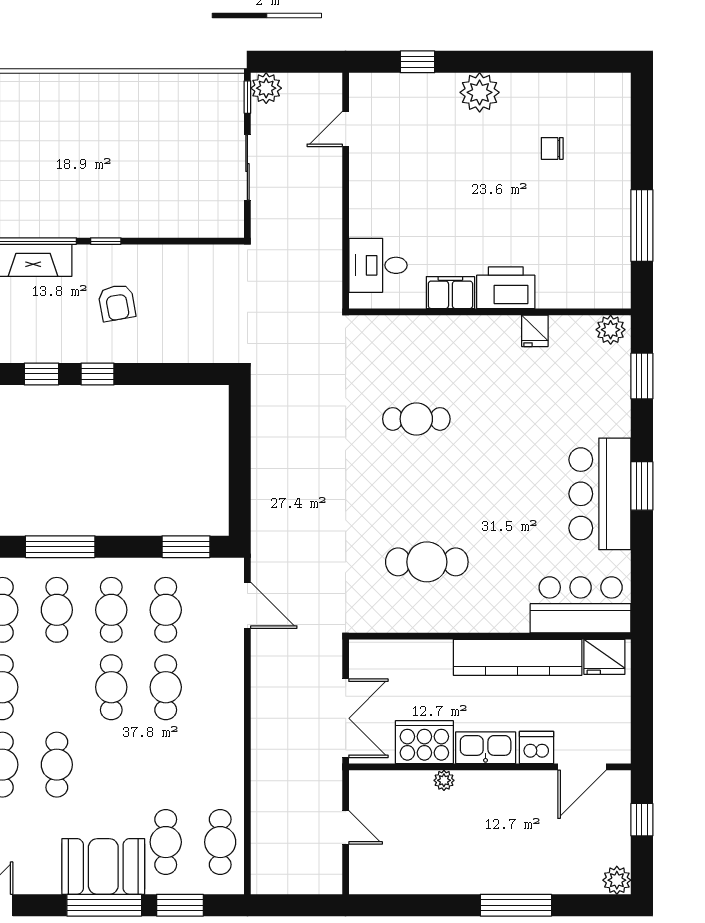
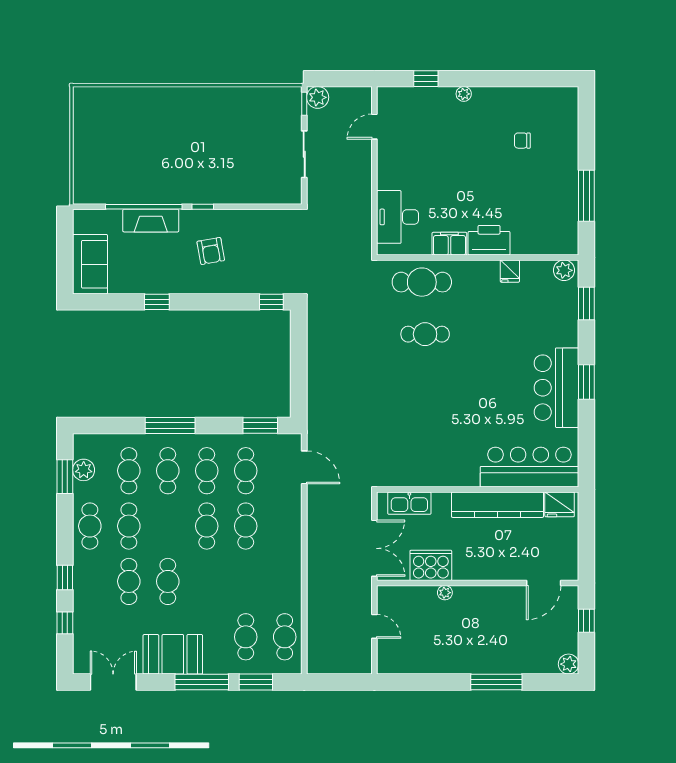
plant: (480, 92) -> (464, 94), width x0.53, depth x0.53
desk: (378, 265) -> (398, 217), width x1.37
window: (98, 374) -> (271, 302), moved
cafe table: (427, 562) -> (422, 282), moved
bar counter: (581, 605) -> (529, 467), width x1.36
dishwasher: (537, 747) -> (511, 569), removed
kitchen sink: (486, 748) -> (409, 503), moved, turned 180
booth: (103, 866) -> (173, 654), moved

